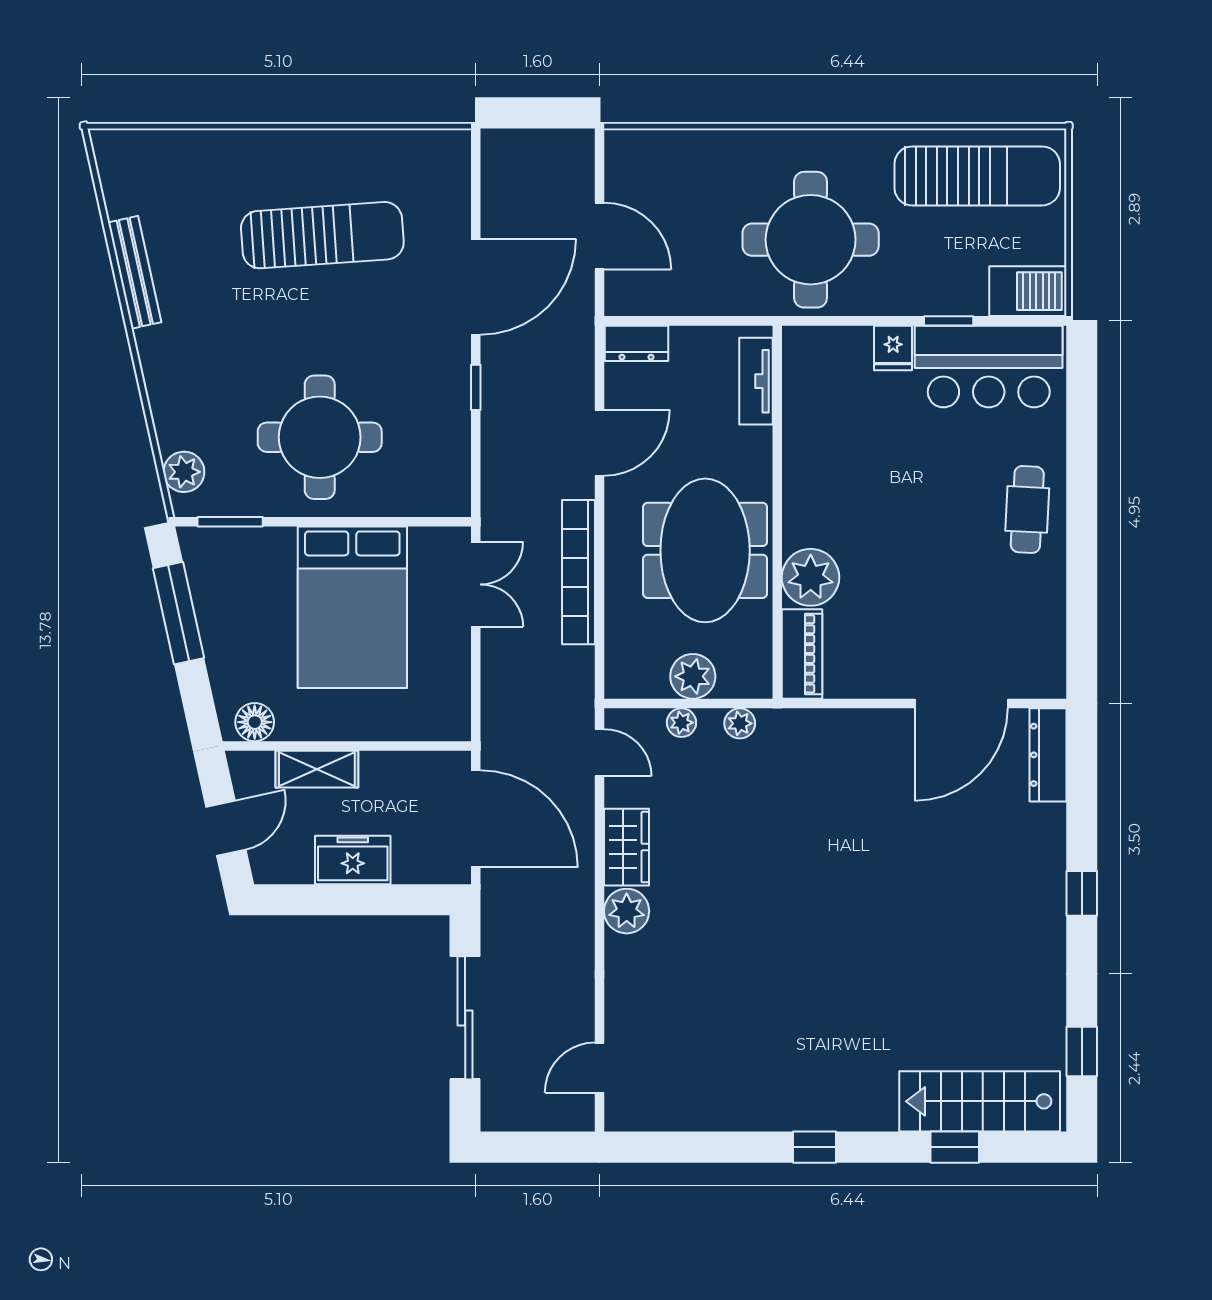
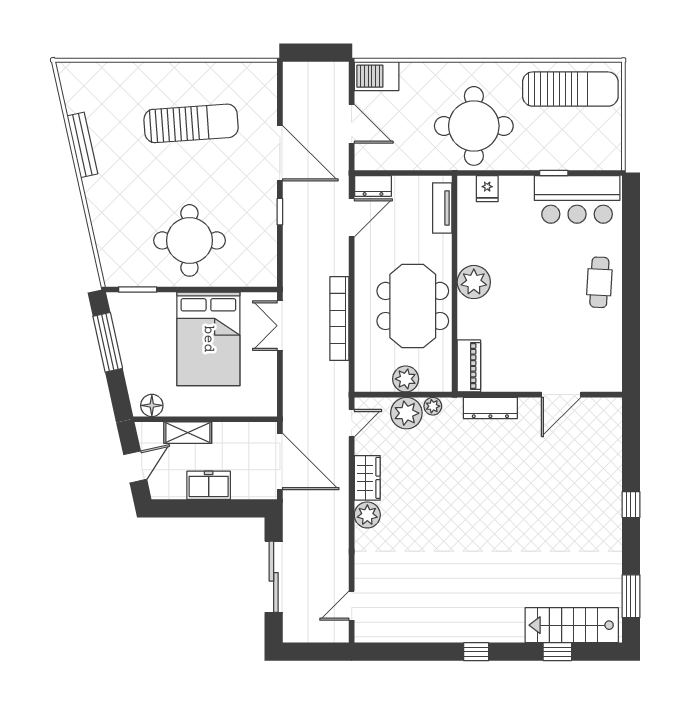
door: (476, 287) -> (280, 153), hinge flipped
barbecue: (1028, 291) -> (377, 76), moved, turned 180
fridge: (893, 348) -> (487, 189), moved
door: (599, 443) -> (352, 218), moved
plant: (184, 472) -> (111, 260), removed
plant: (811, 577) -> (474, 282), moved
double door: (476, 584) -> (280, 326), swing flipped
door: (961, 703) -> (561, 395), width x0.73
plant: (681, 723) -> (406, 413), width x1.87, depth x1.87
door: (599, 753) -> (352, 423), hinge flipped
dresser: (1048, 755) -> (490, 408), moved, turned -90
window: (1082, 1051) -> (631, 596), width x1.50

